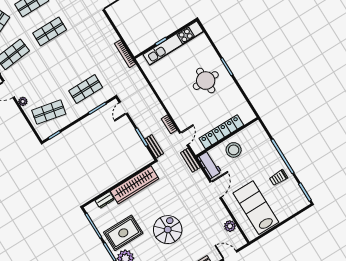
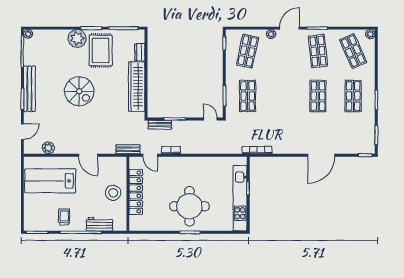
round table: (206, 81) -> (189, 206), width x1.36, depth x1.36
workbench: (209, 165) -> (100, 224), moved, turned 180
lab bench: (256, 208) -> (50, 181), turned 180

